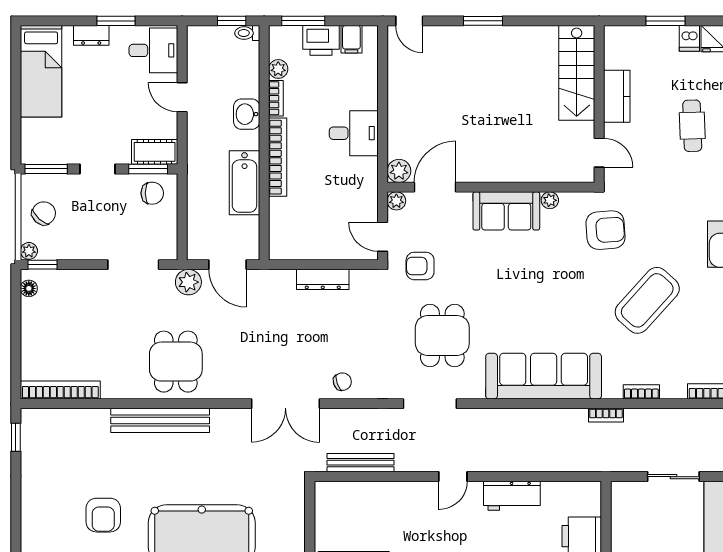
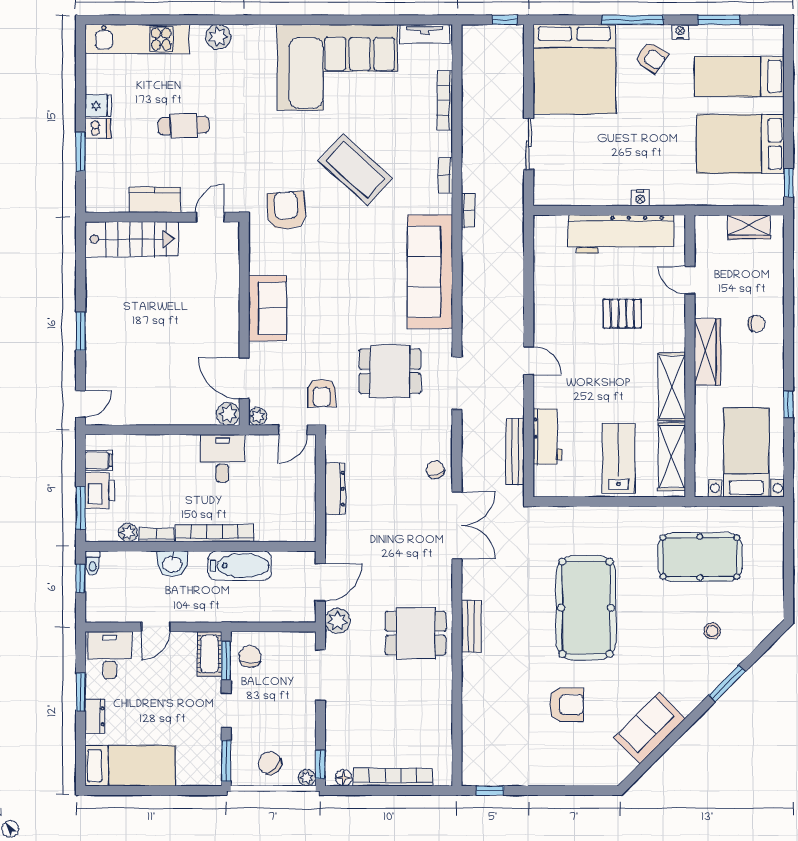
desk: (354, 133) -> (222, 458), moved
plant: (550, 200) -> (257, 265), removed
bookcase: (60, 390) -> (393, 777), moved, turned 90
bench: (160, 420) -> (471, 626), width x0.54, depth x0.82
workbench: (512, 496) -> (547, 437), moved

